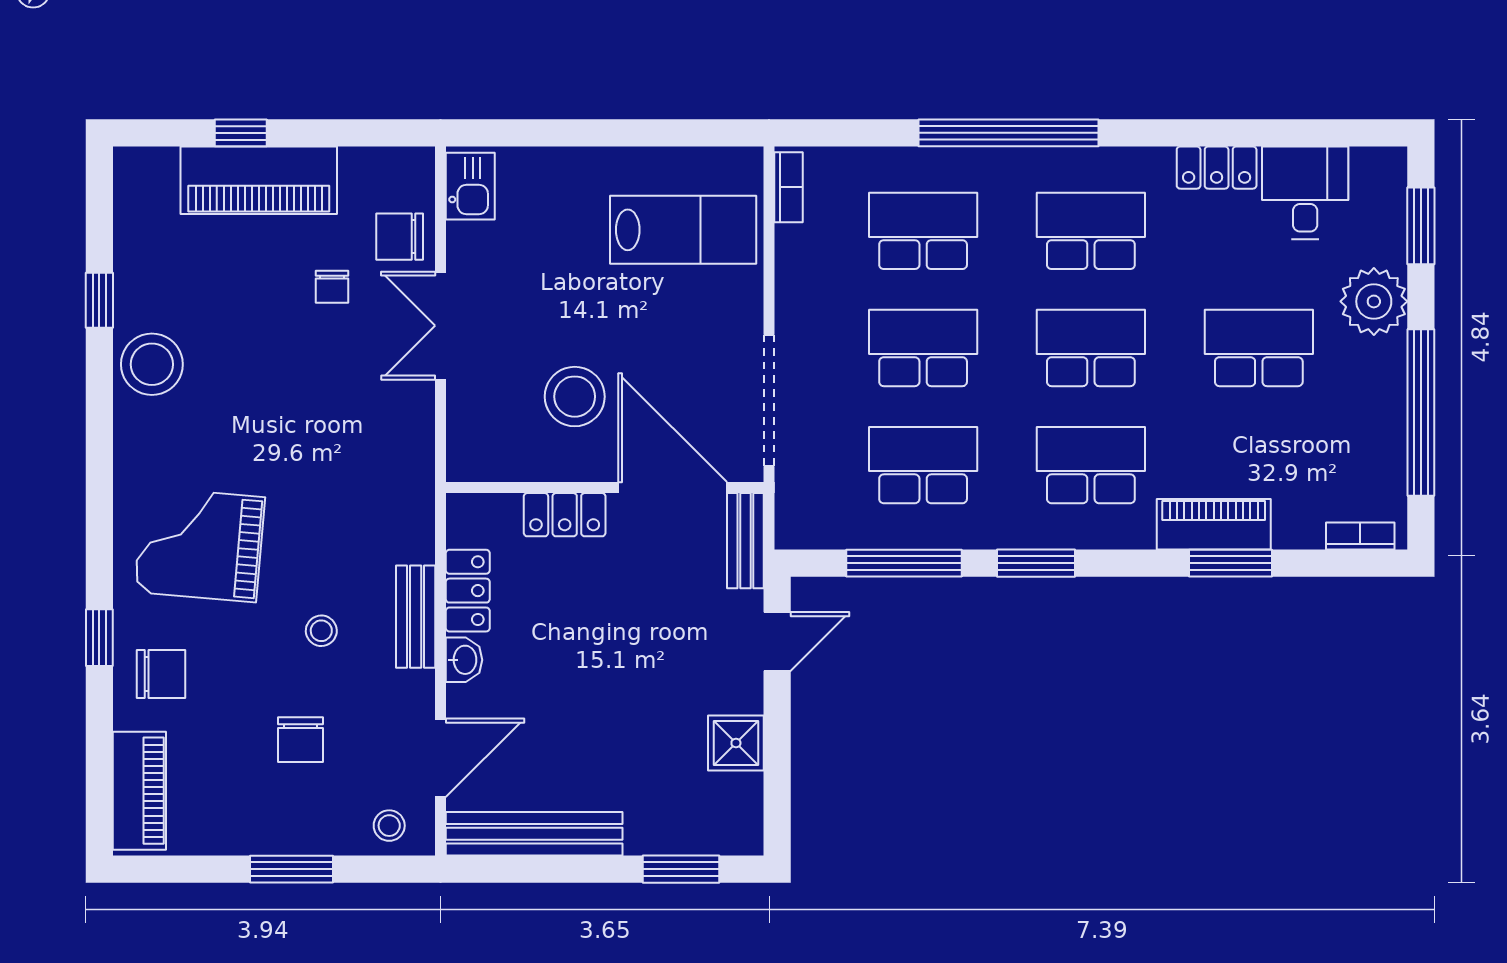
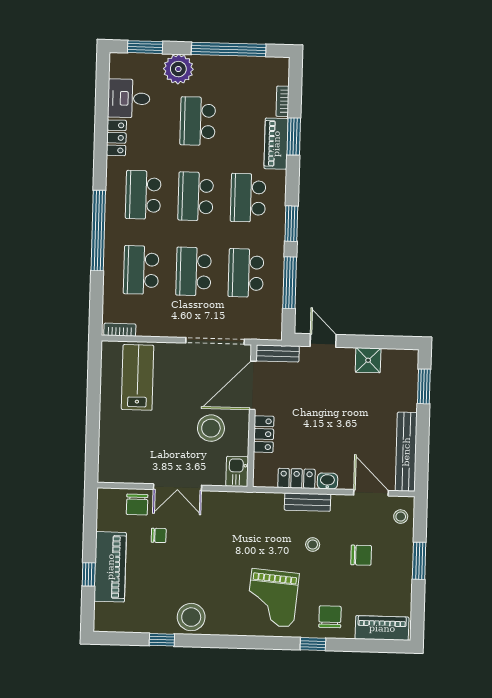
kitchen sink: (470, 186) -> (237, 472), moved, turned -90
bookcase: (1360, 536) -> (283, 101), moved

